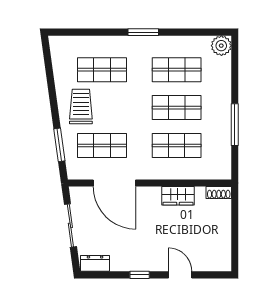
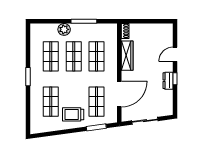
plant: (221, 46) -> (64, 29), moved
wardrobe: (178, 196) -> (127, 56), width x1.50
dresser: (95, 263) -> (168, 81), moved

